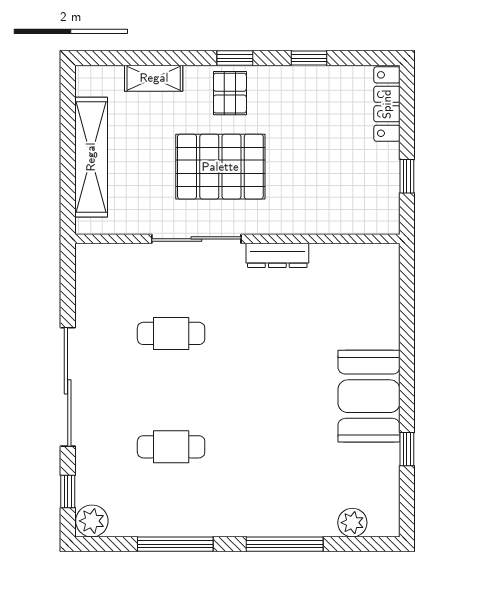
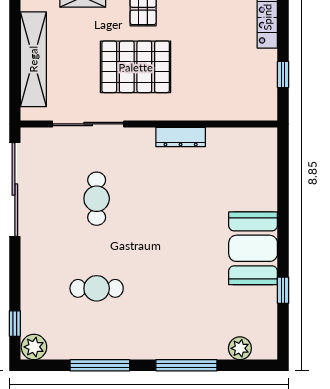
sliding door: (196, 239) -> (88, 124), moved
cafe table: (171, 333) -> (97, 199), turned 90
sliding door: (68, 387) -> (15, 190), moved

